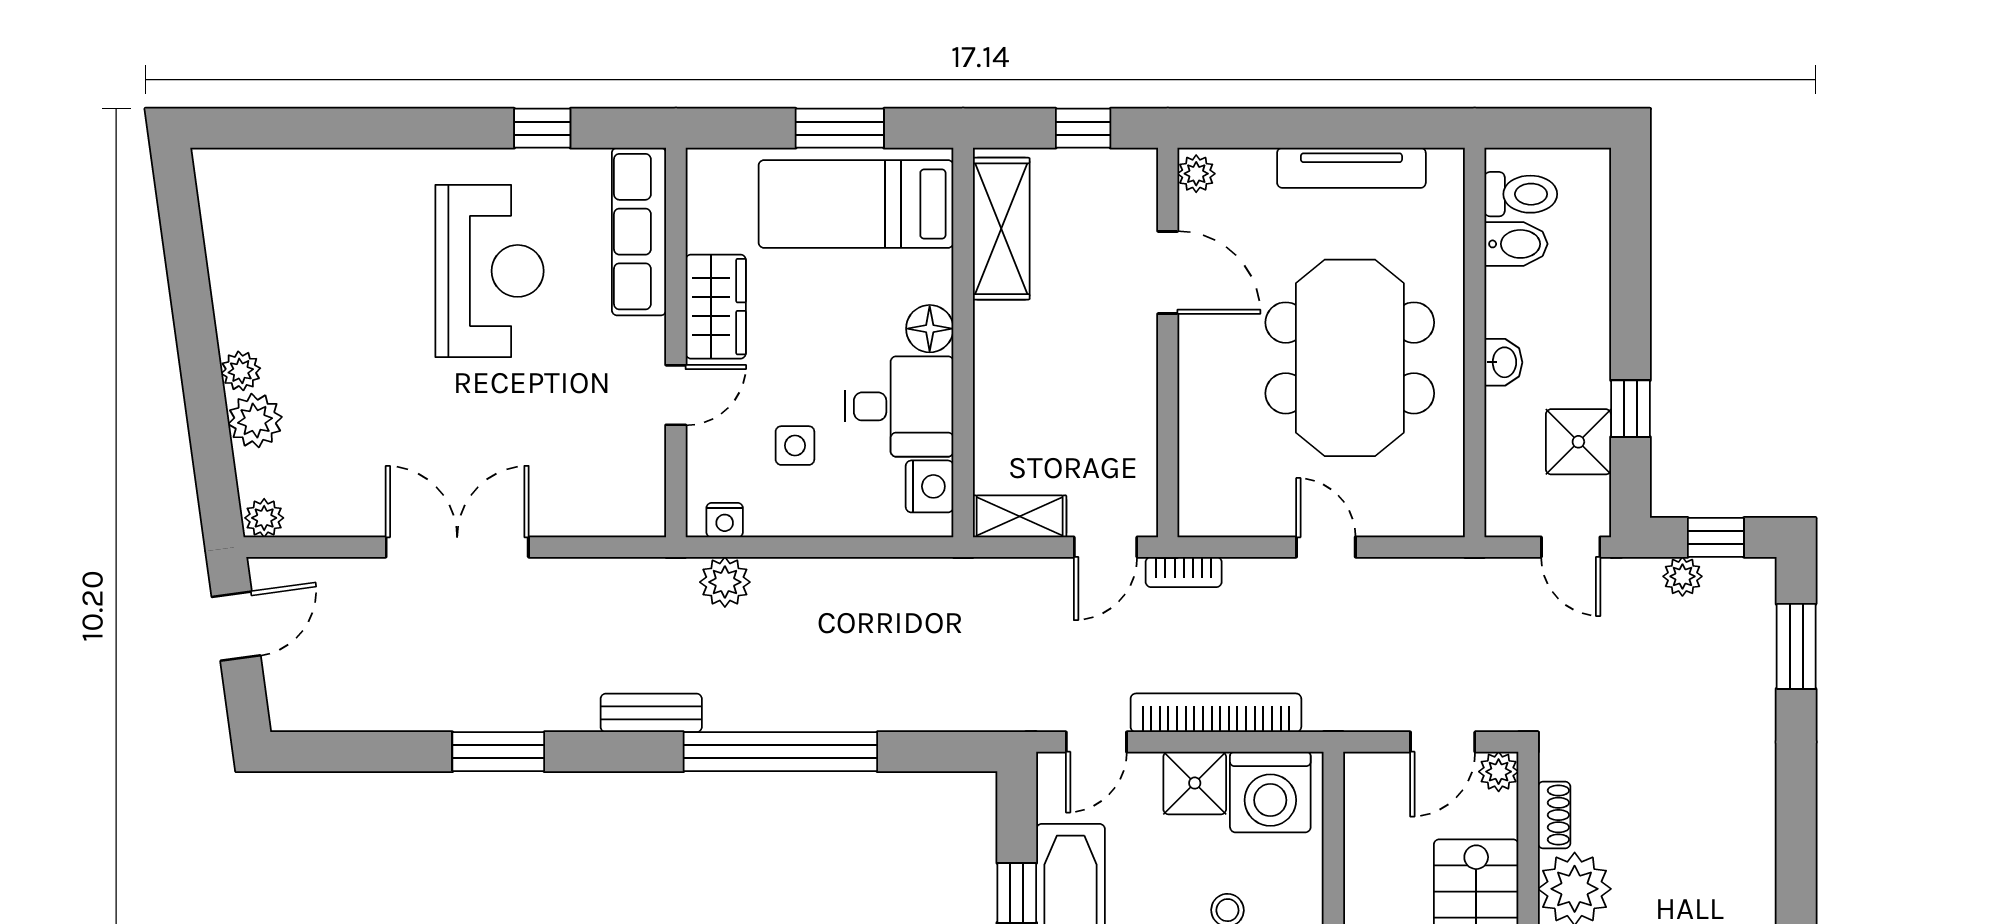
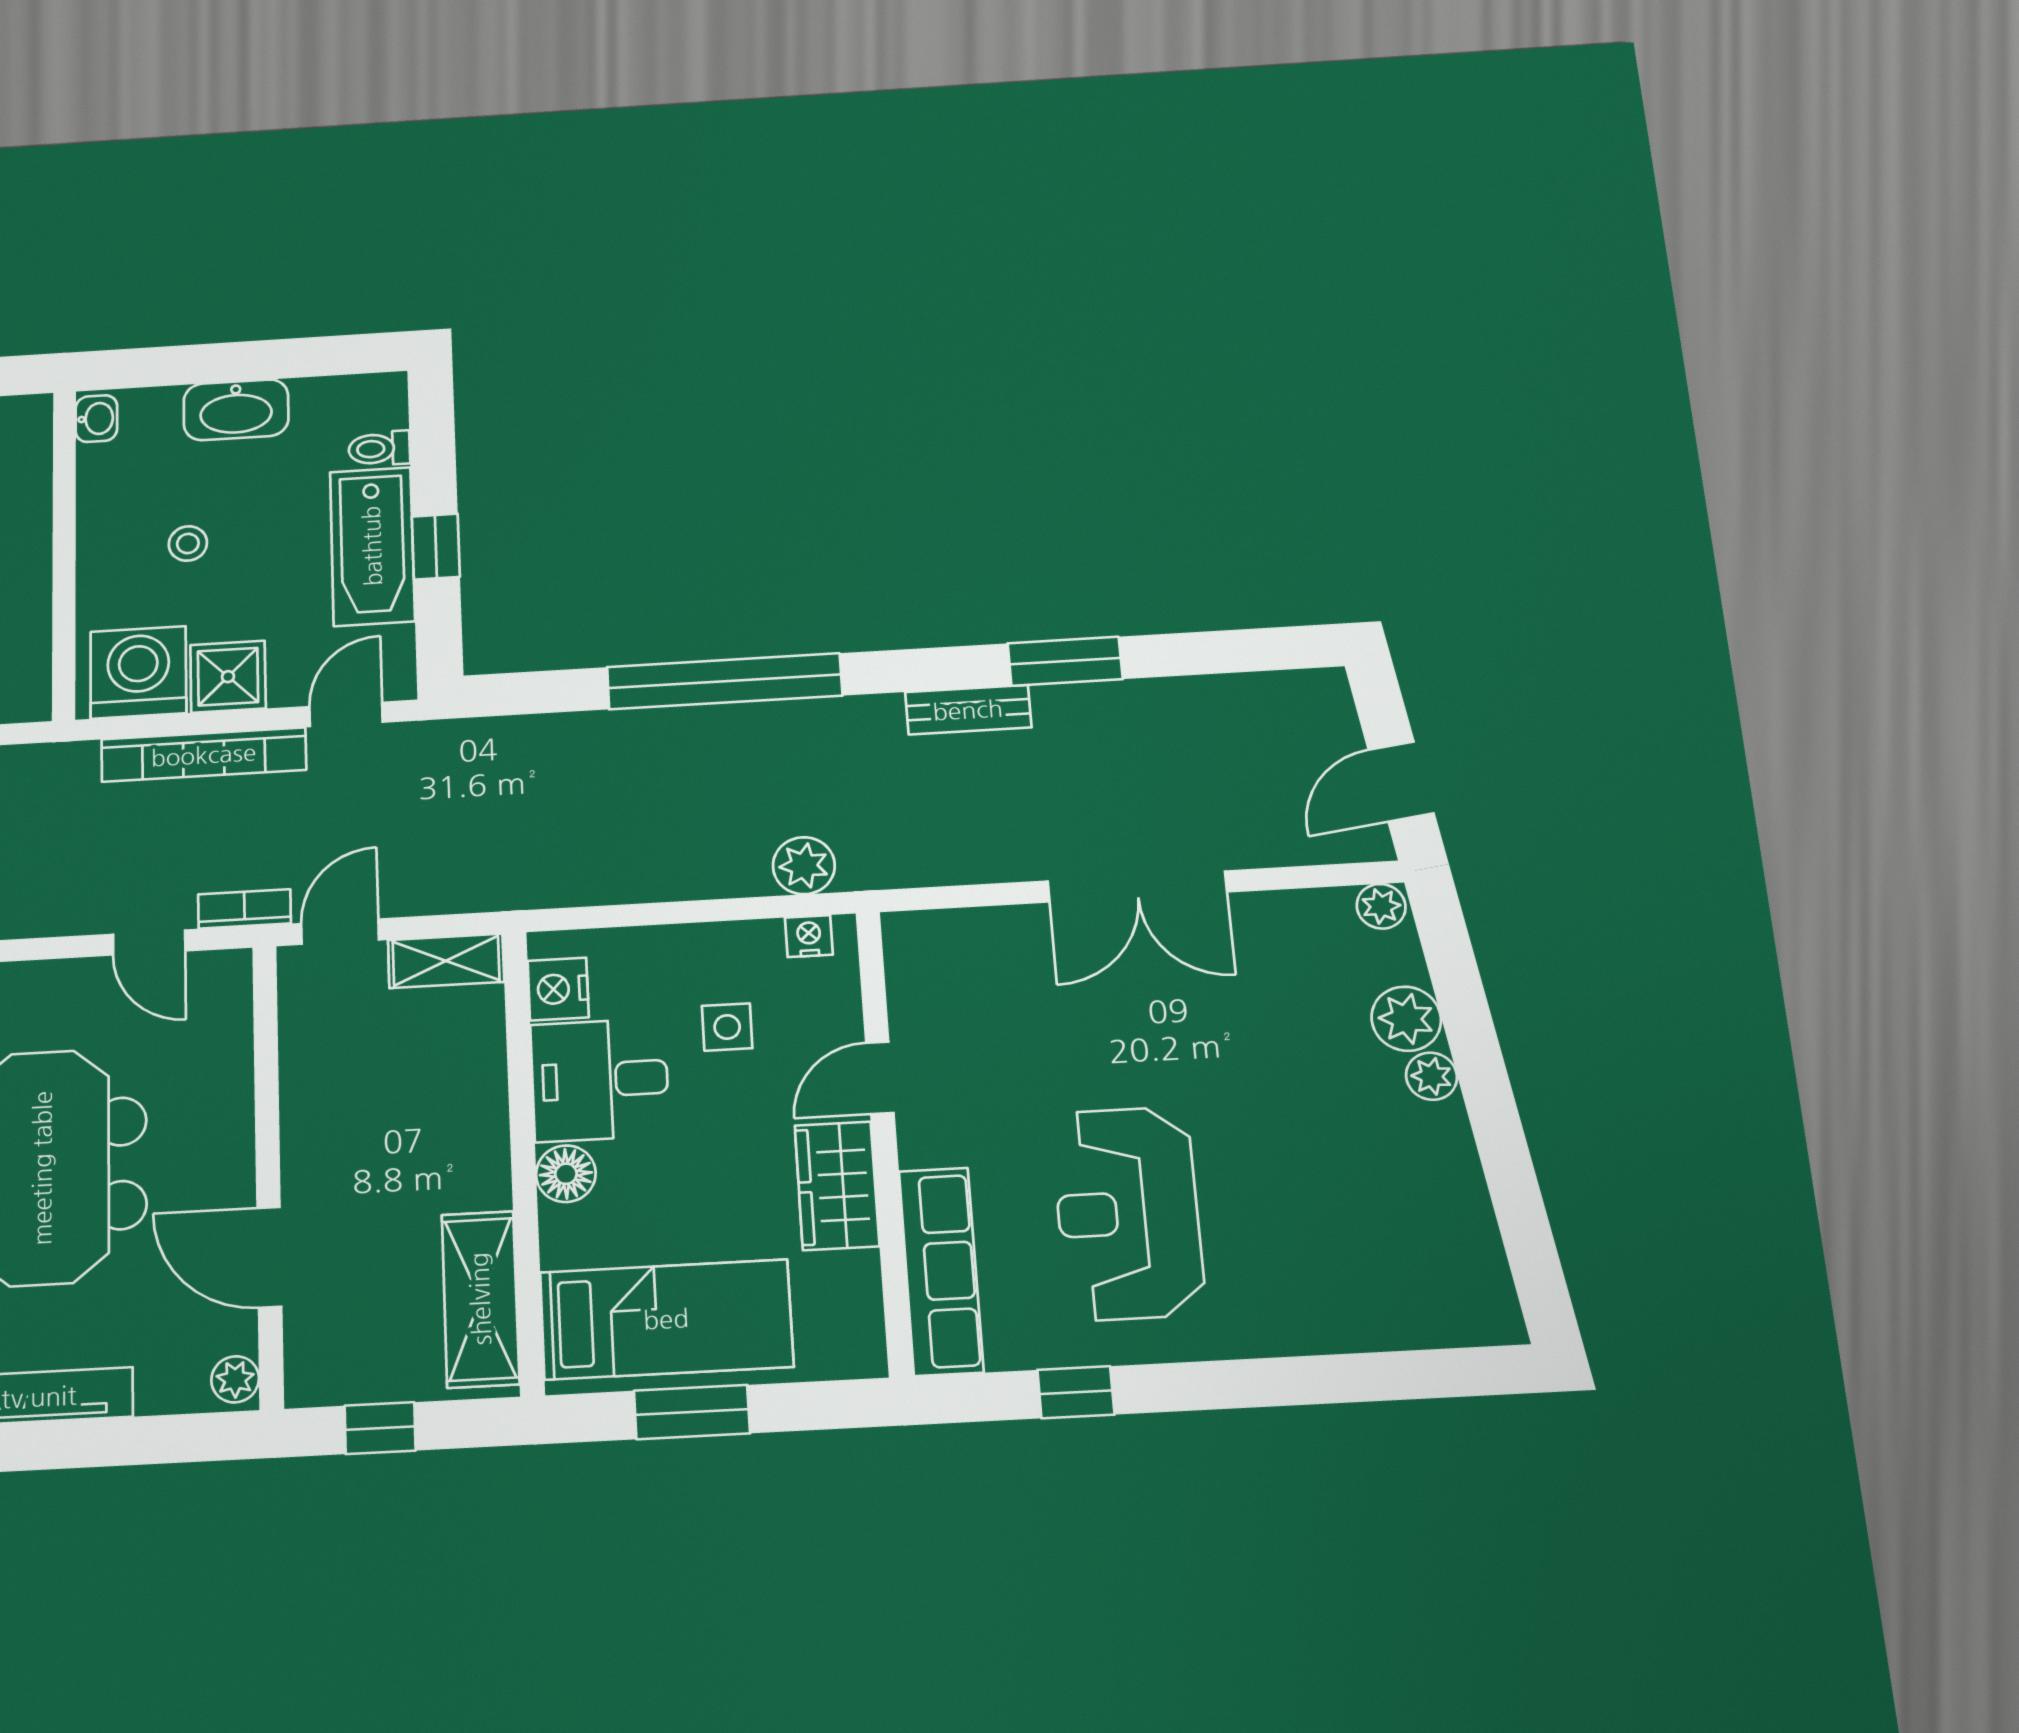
door: (1326, 547) -> (149, 943), moved
bench: (651, 713) -> (968, 710), moved

